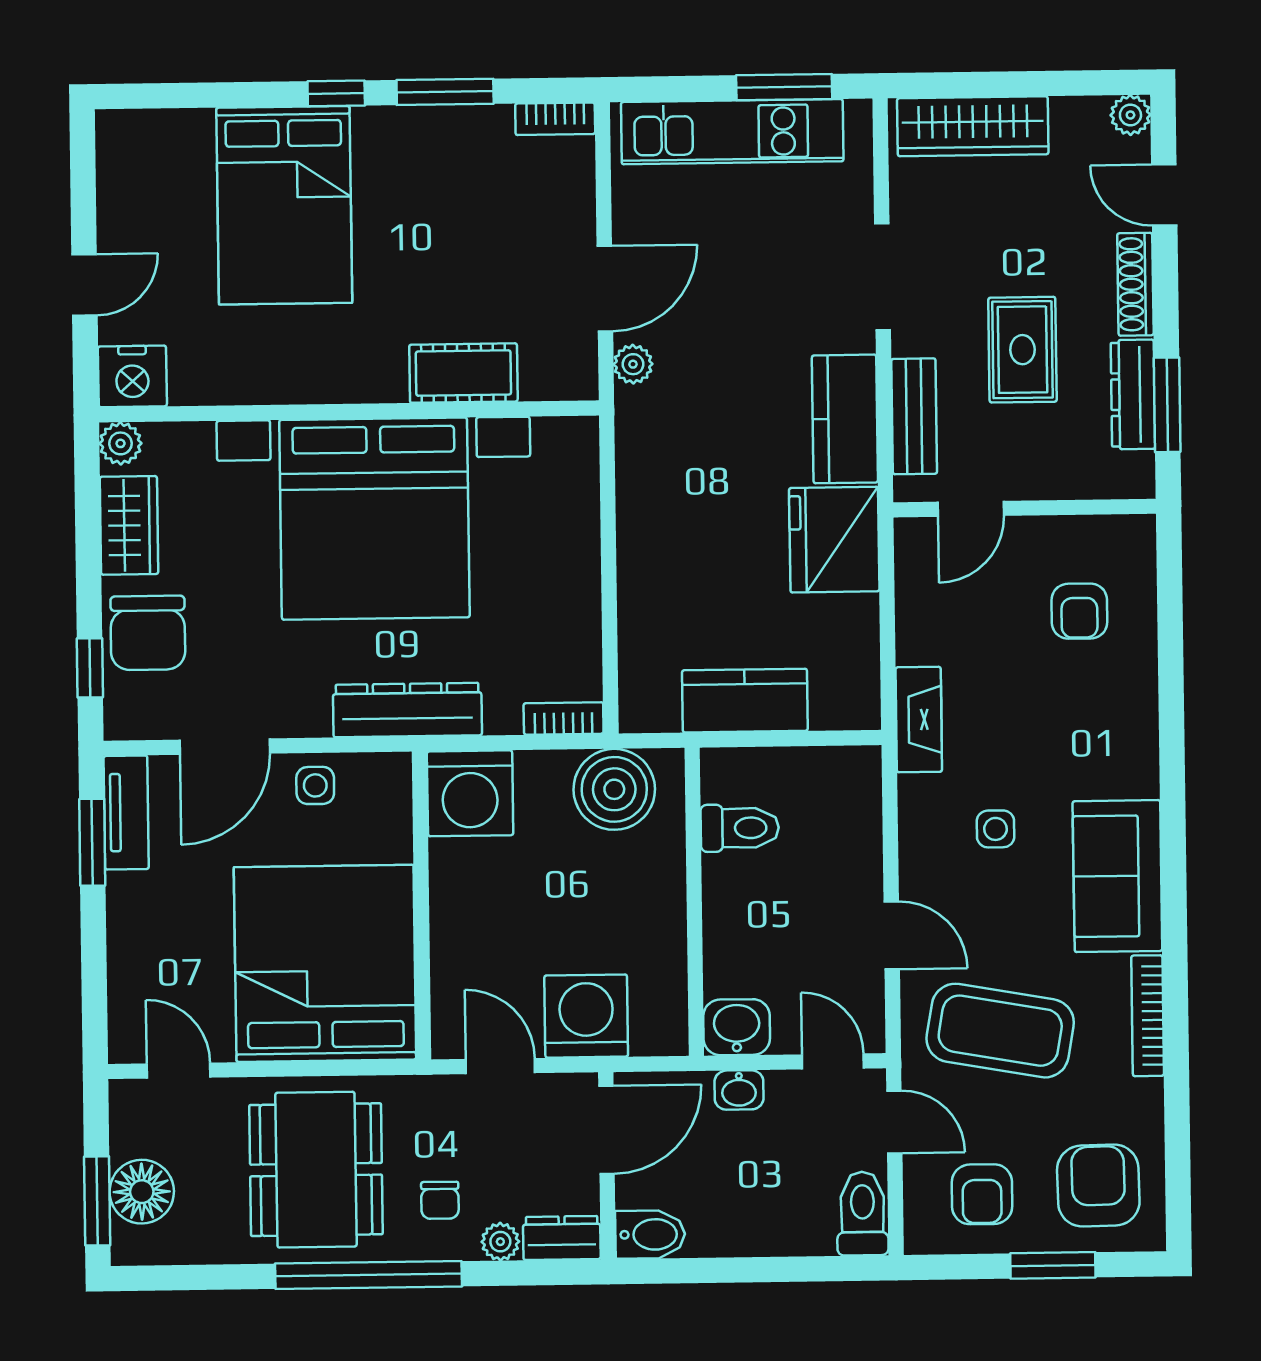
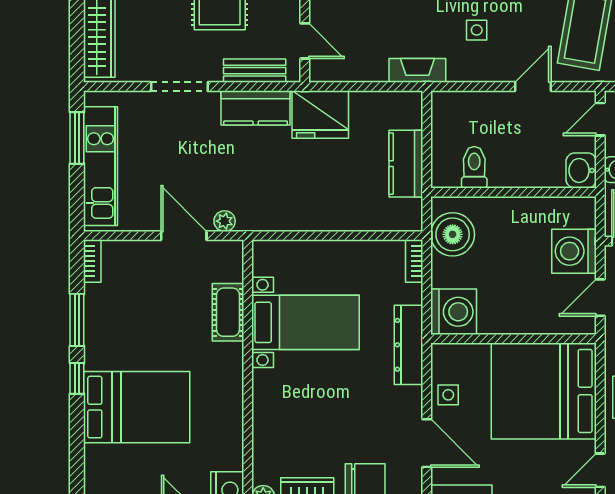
bed with nightstands: (374, 519) -> (305, 322), width x0.54

